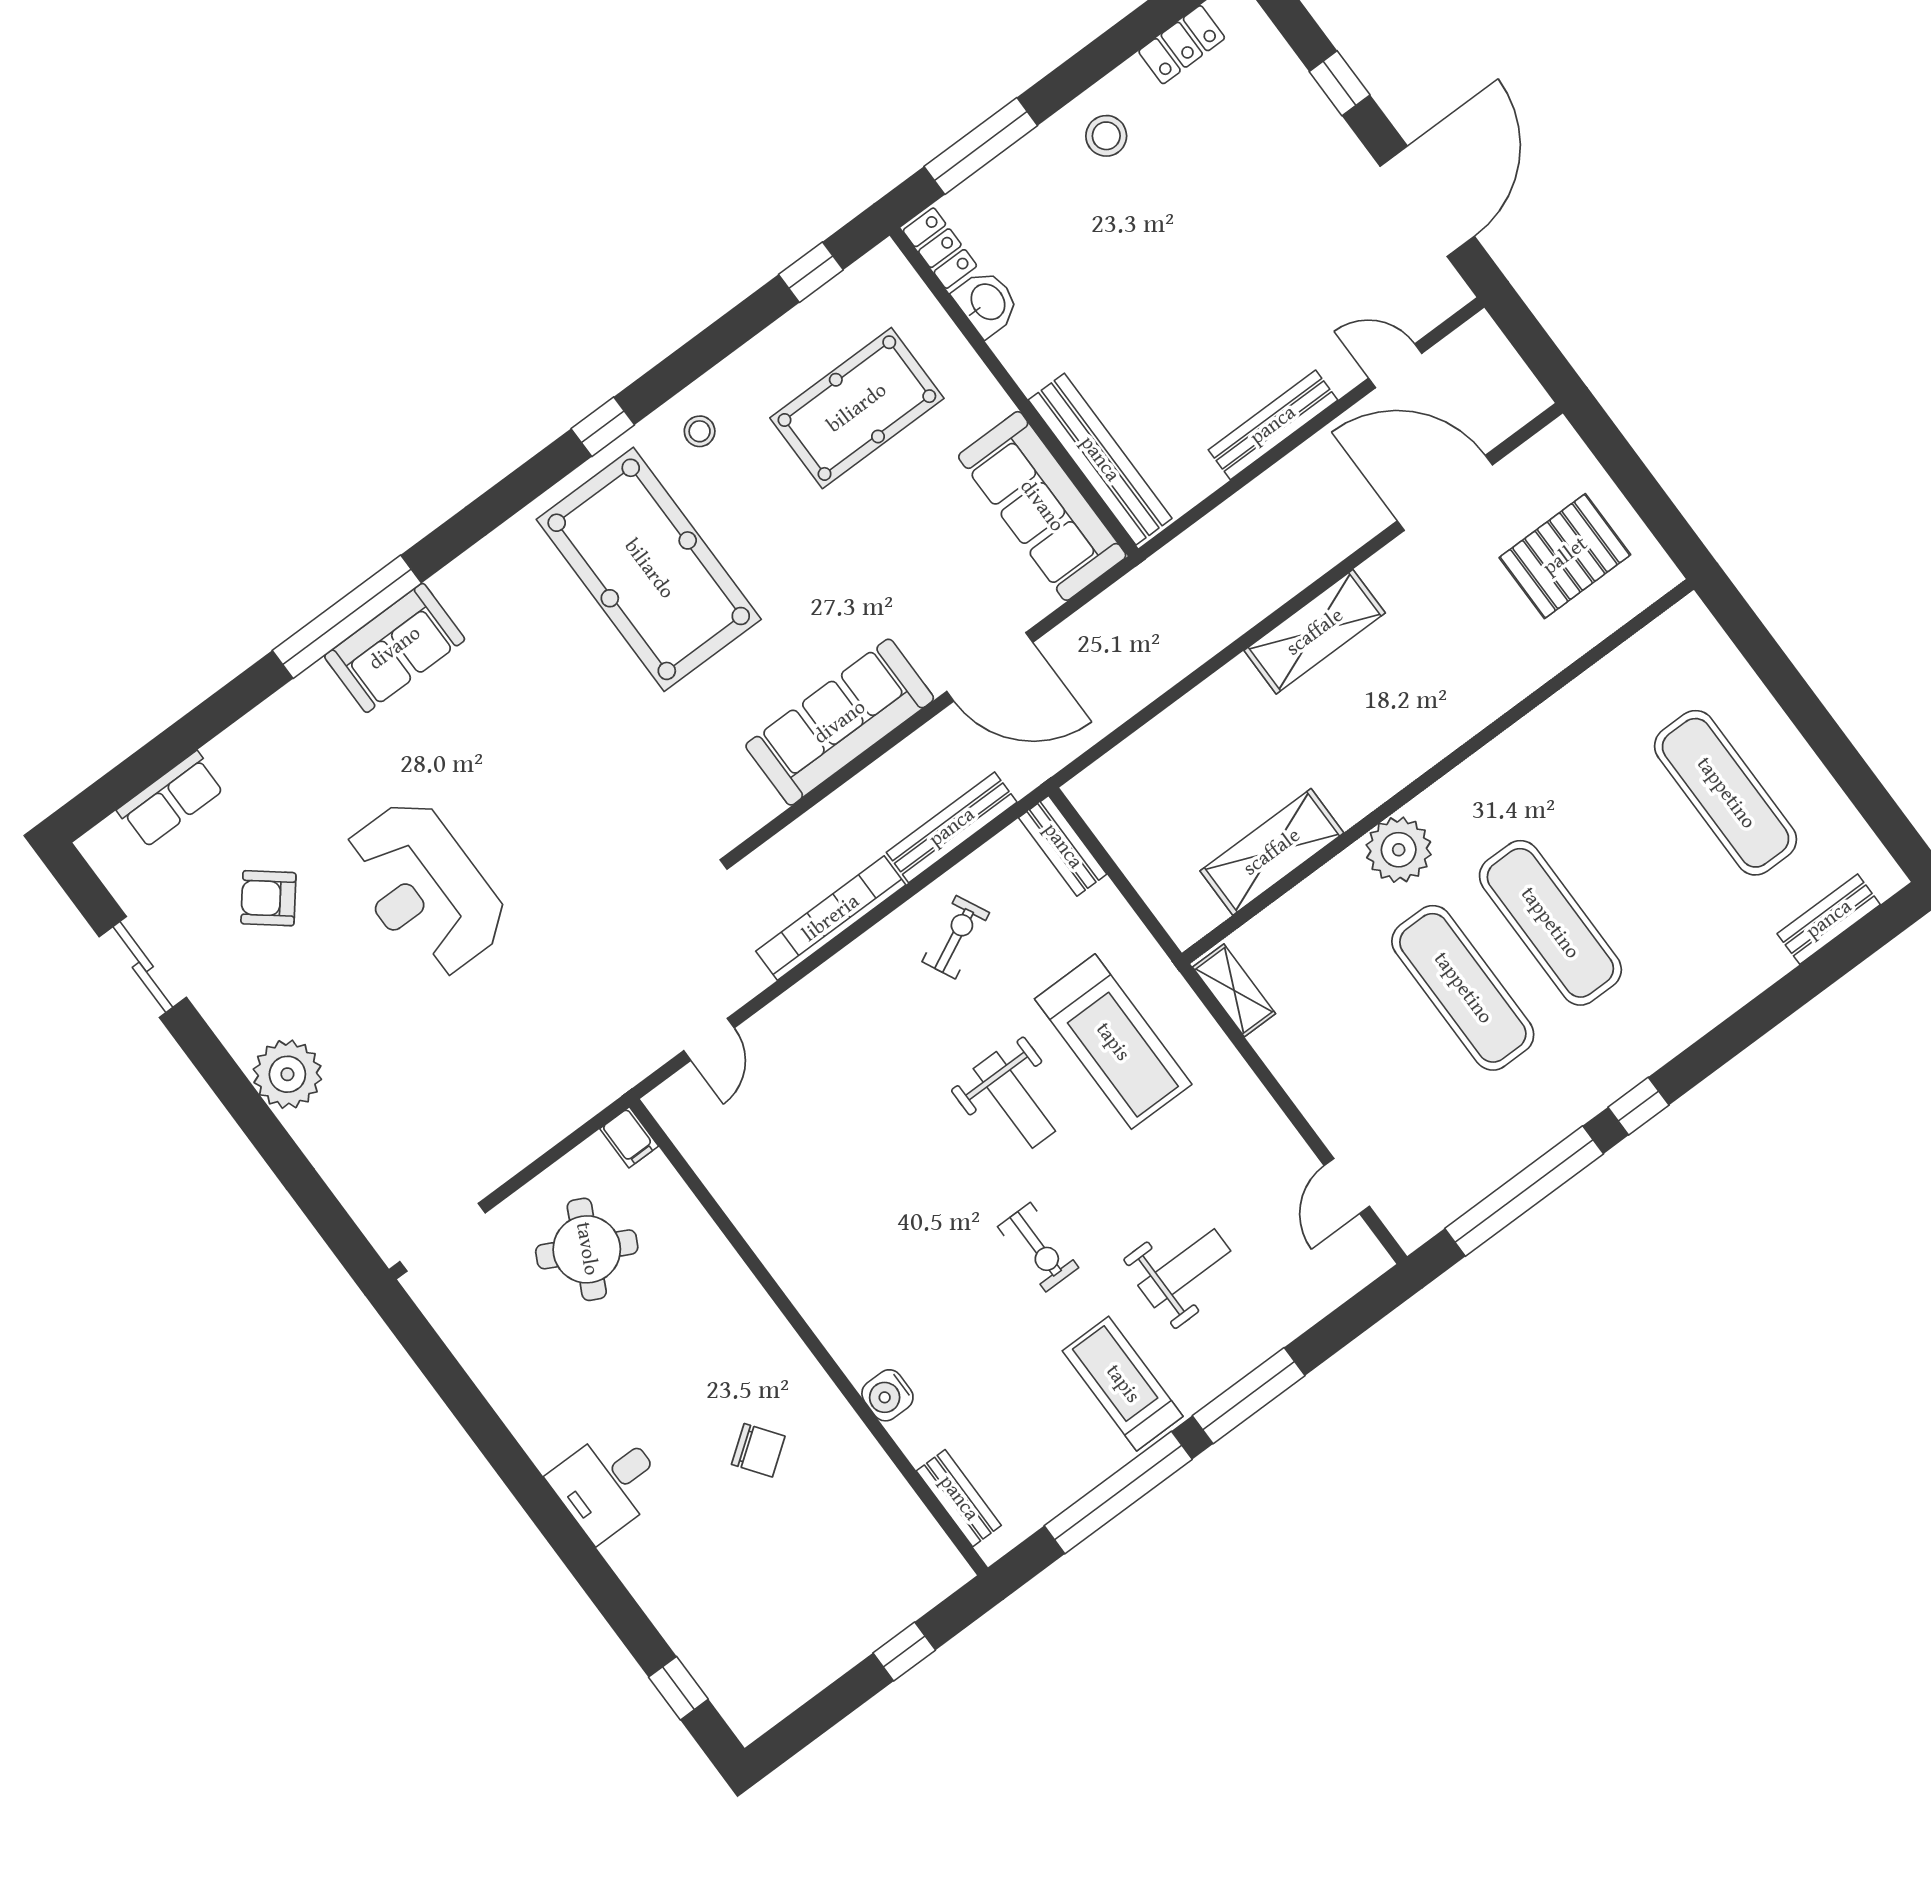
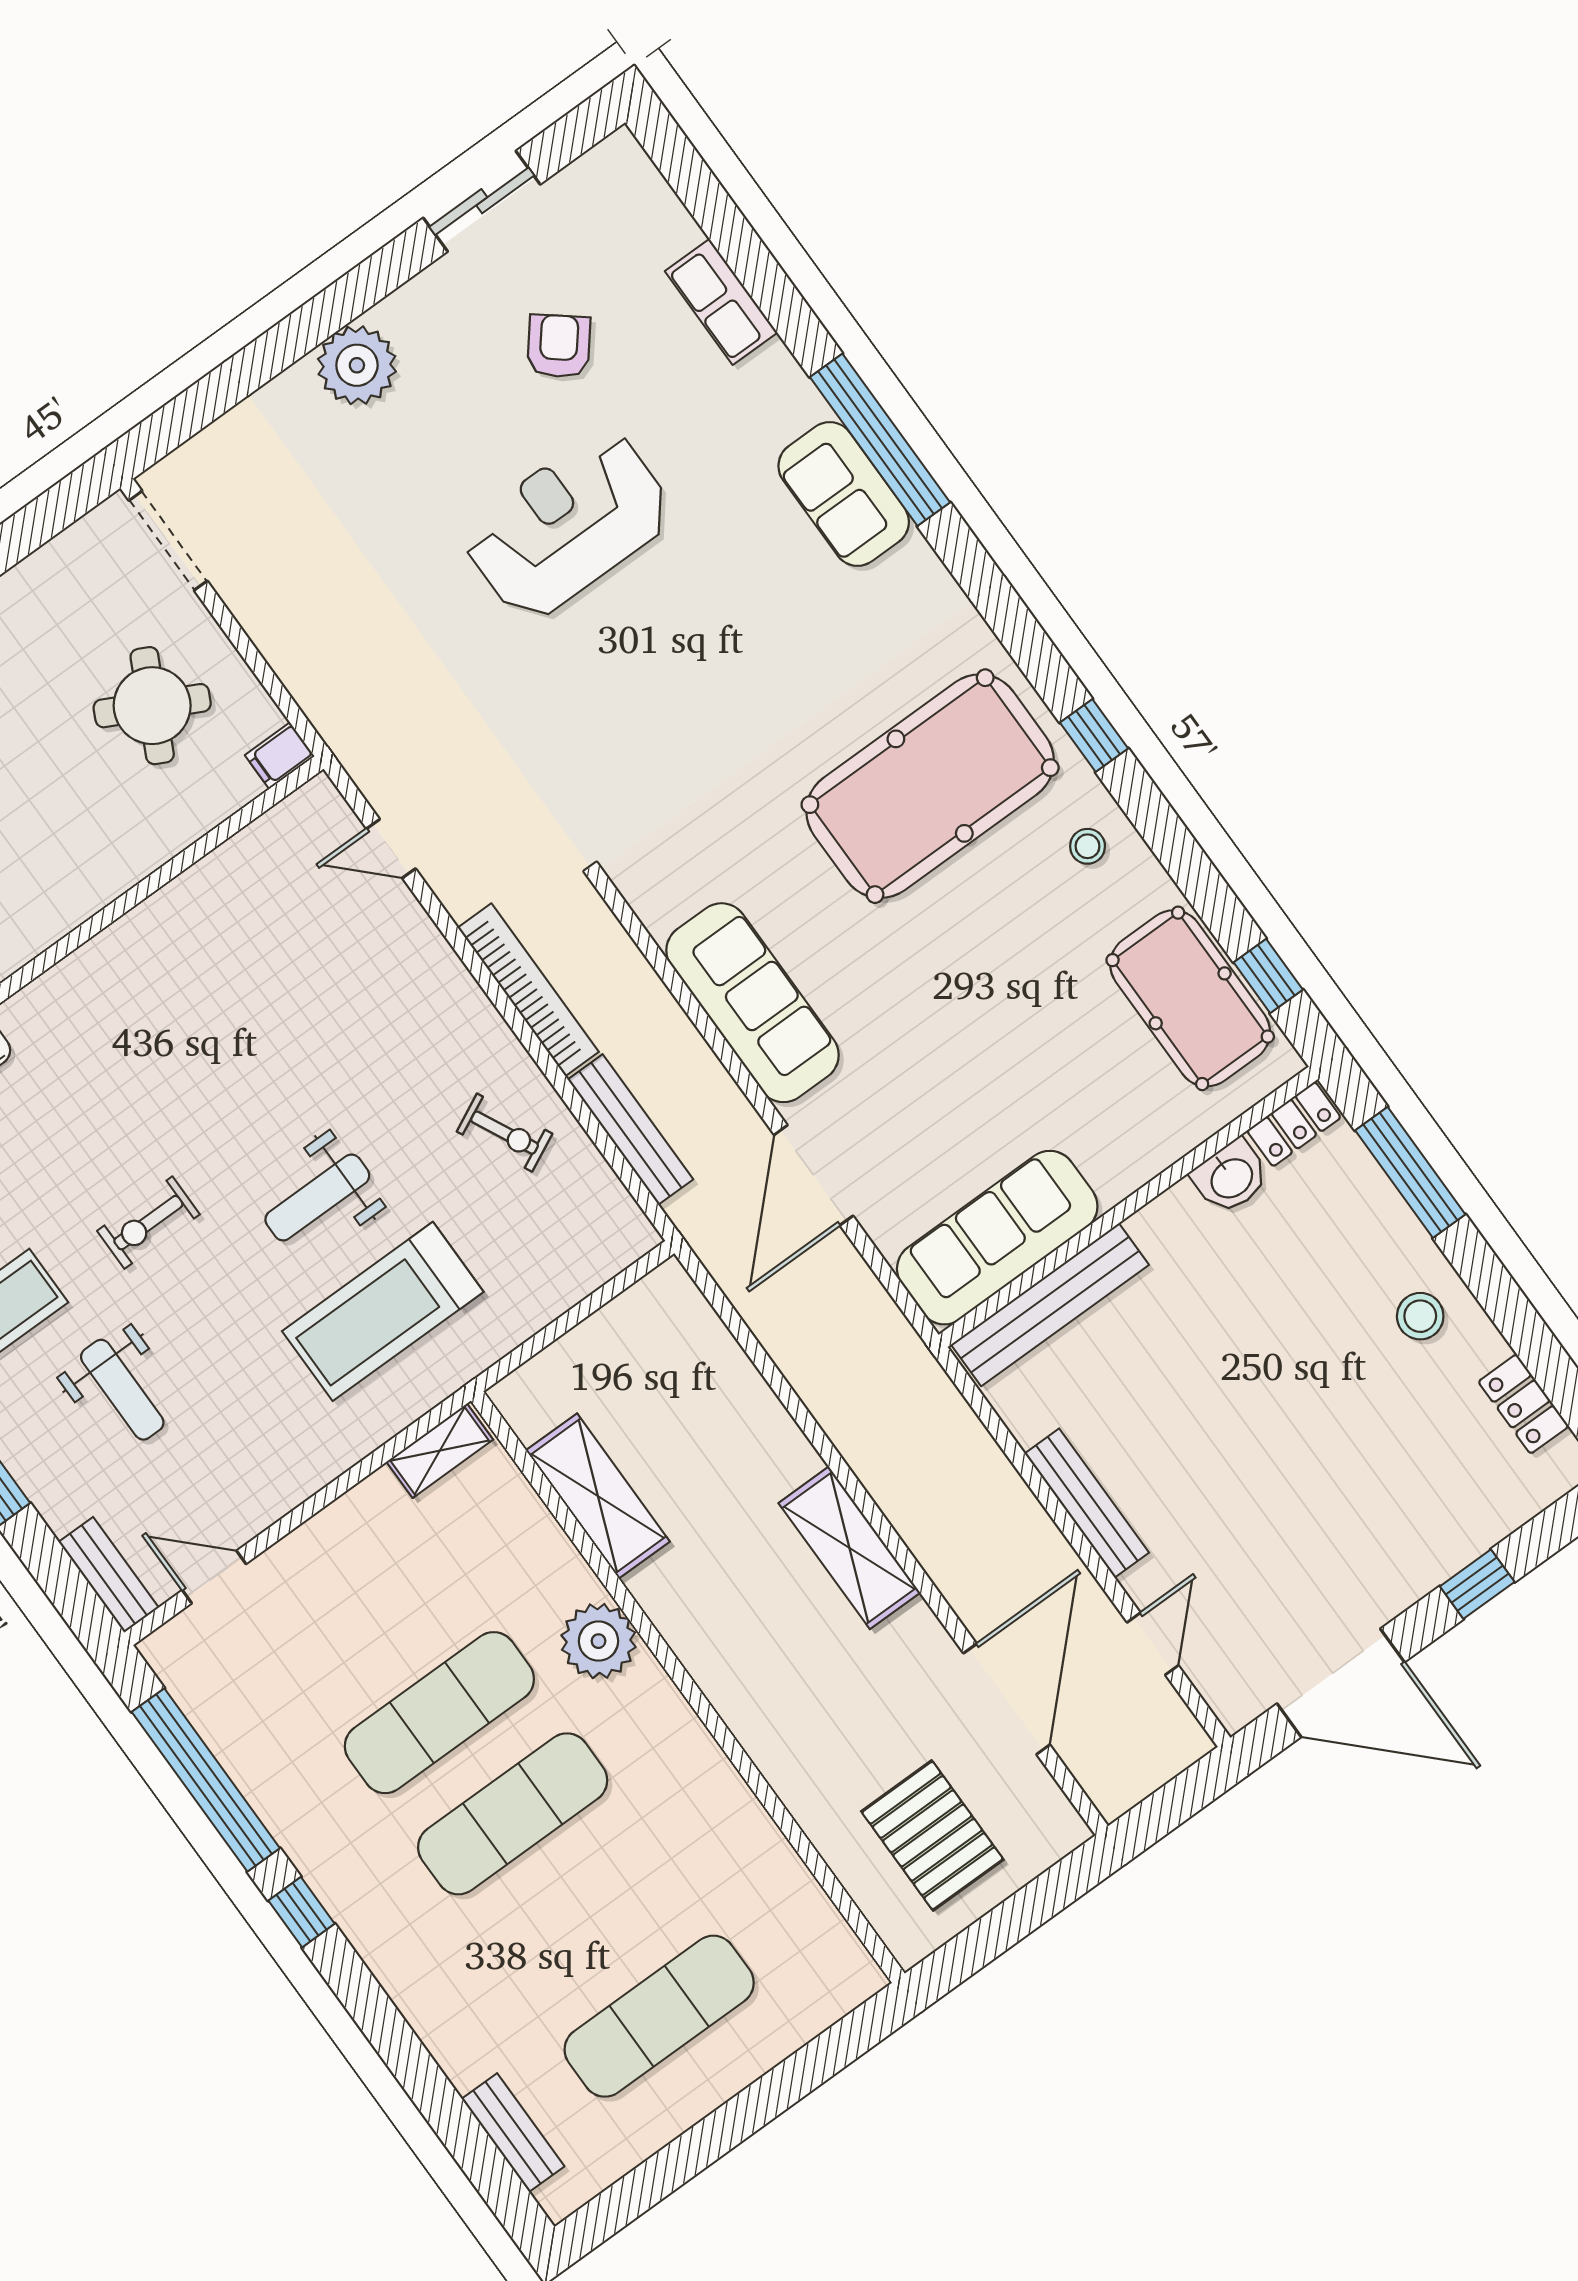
pool table: (857, 408) -> (1190, 998), moved
row of seats: (171, 799) -> (721, 302), moved
bench: (1063, 846) -> (109, 1575), moved, turned 90

